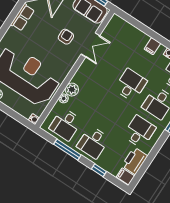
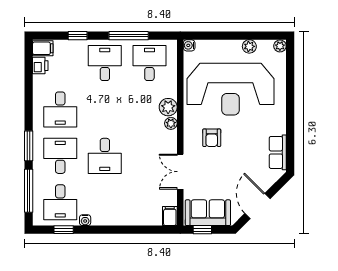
armchair: (66, 37) -> (212, 138), moved
filing cabinet: (152, 46) -> (170, 216), moved
plant: (64, 98) -> (171, 123), moved
printer: (135, 161) -> (40, 66), width x0.53, depth x0.68

